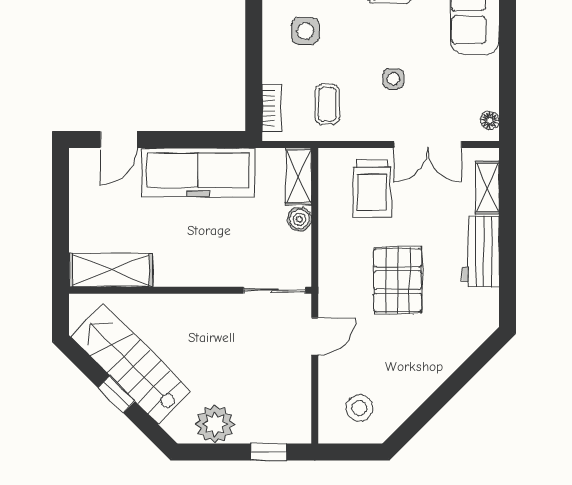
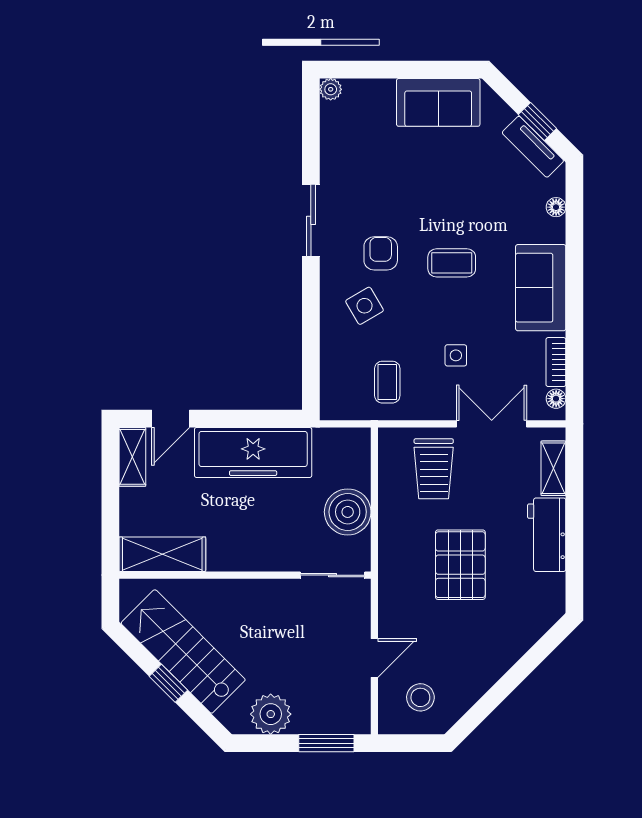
side table: (305, 31) -> (365, 306), turned -30
bookcase: (272, 108) -> (556, 362), moved, turned 180
double door: (428, 145) -> (492, 424), swing flipped
shelving: (299, 176) -> (132, 457), moved
boiler: (299, 219) -> (348, 512), width x1.86, depth x1.86
door: (315, 336) -> (374, 658), moved
window: (269, 452) -> (326, 743), width x1.50

